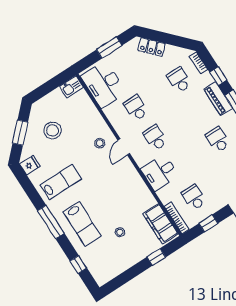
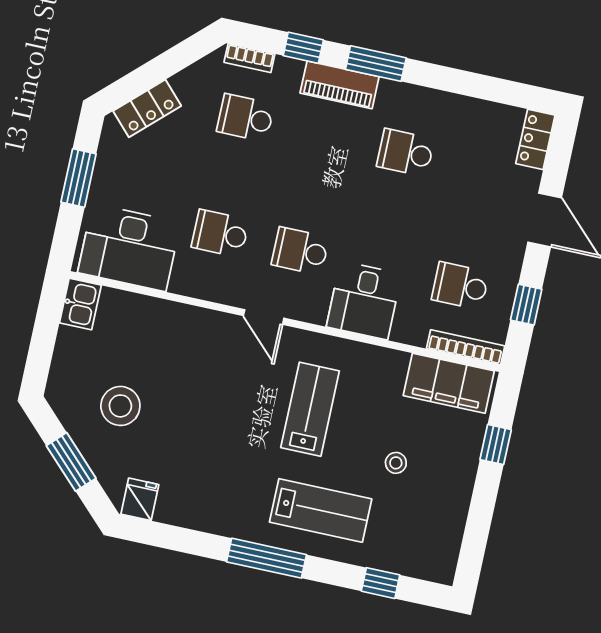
stool: (100, 143) -> (218, 350), removed
lab bench: (61, 182) -> (310, 409), moved

